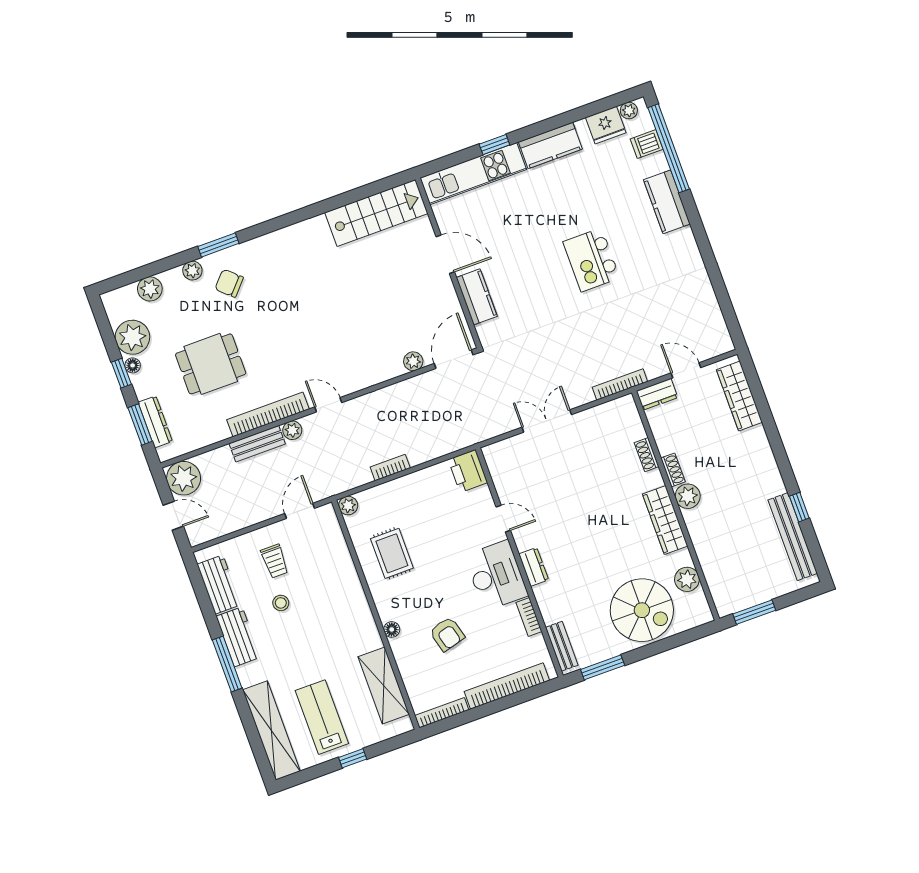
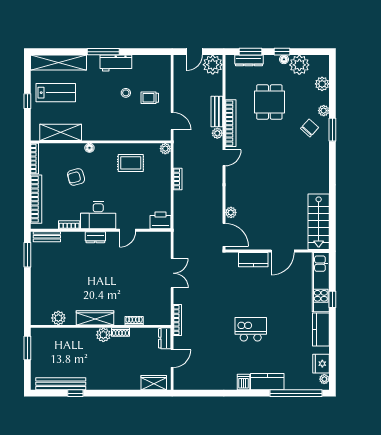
dishwasher: (647, 144) -> (243, 382), moved
wardrobe: (739, 396) -> (154, 383), width x0.67
workbench: (219, 585) -> (148, 63), removed
spiral stairs: (642, 610) -> (51, 287), removed

